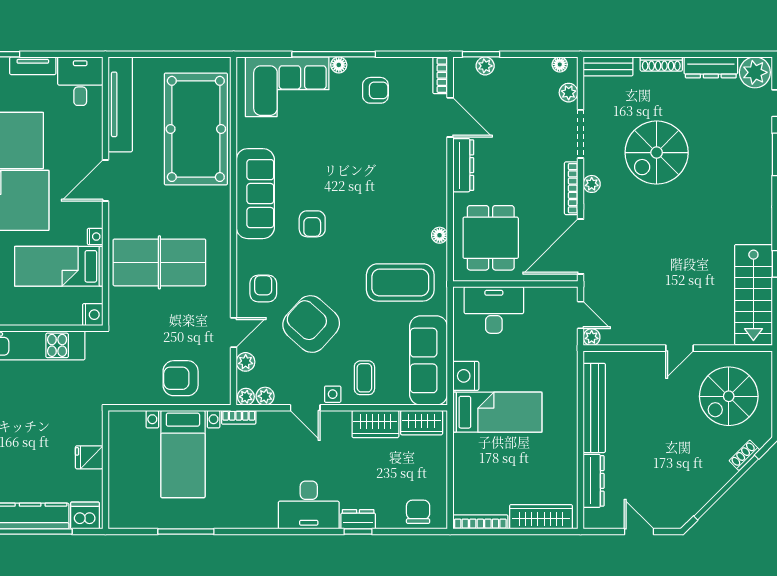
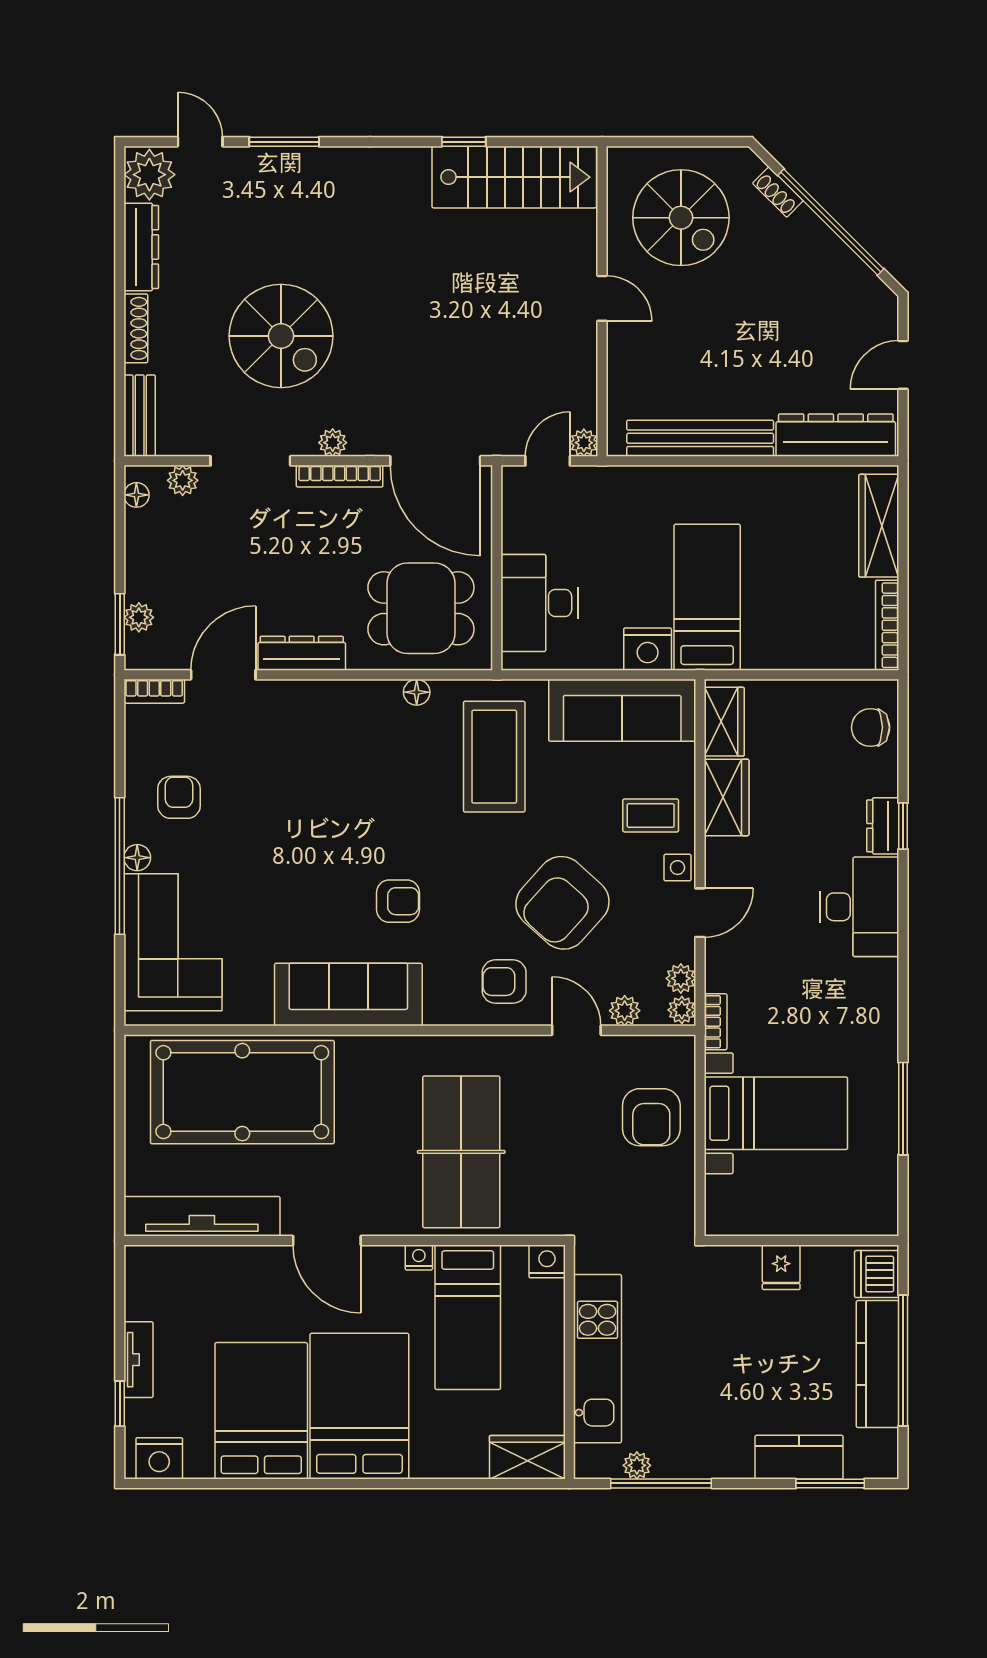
desk: (80, 81) -> (164, 1282), removed
dresser: (594, 481) -> (836, 435), width x1.37, depth x1.24

